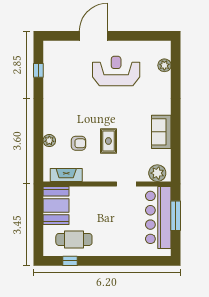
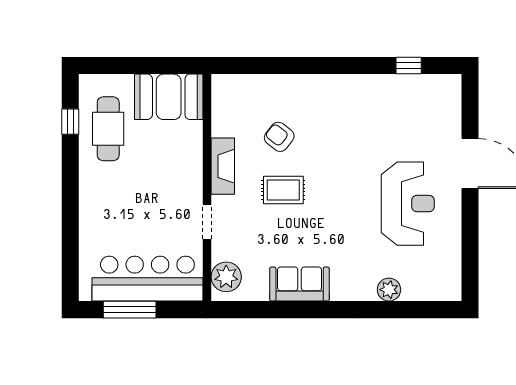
plant: (164, 65) -> (389, 290), moved
plant: (49, 141) -> (284, 85), removed
armchair: (79, 143) -> (279, 137), turned 128
fireplace: (66, 175) -> (223, 166), moved
window: (176, 216) -> (130, 310), moved

